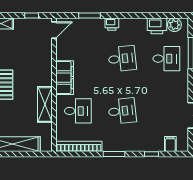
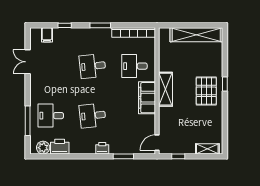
shelving: (45, 104) -> (166, 89), moved

